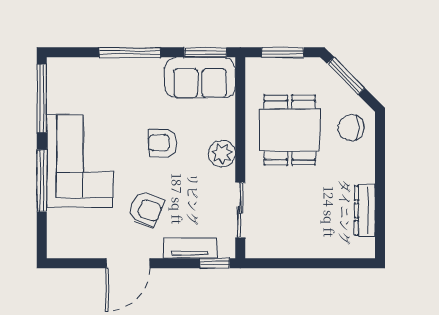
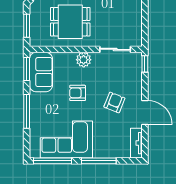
armchair: (163, 143) -> (78, 93), turned 90
corner sofa: (80, 161) -> (66, 139), moved
tv unit: (190, 248) -> (136, 143), moved

